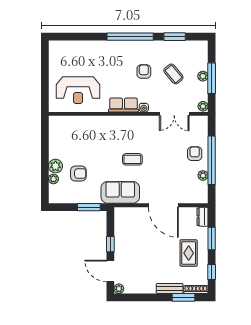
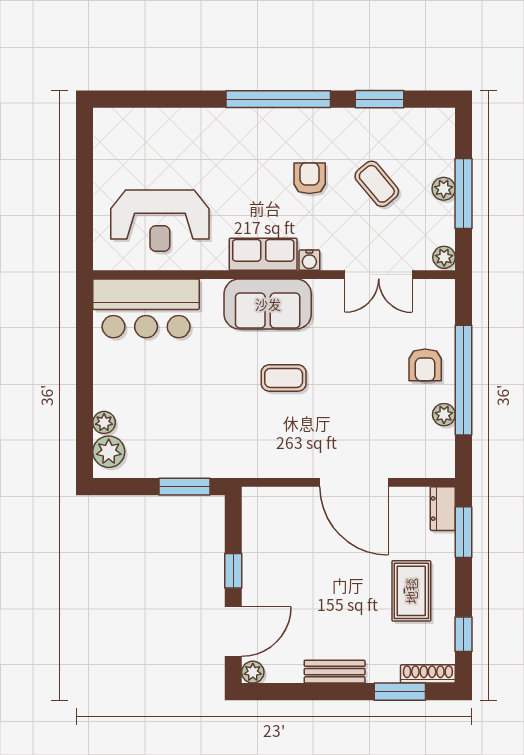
bar counter: (72, 129) -> (146, 308), added
armchair: (195, 154) -> (425, 365), turned 180
plant: (56, 166) -> (109, 452), moved
armchair: (78, 174) -> (161, 410), removed
sofa: (120, 192) -> (268, 304), moved, turned 180
window: (212, 238) -> (464, 532), moved
door: (110, 271) -> (233, 632), swing flipped
bench: (170, 289) -> (335, 672), moved

